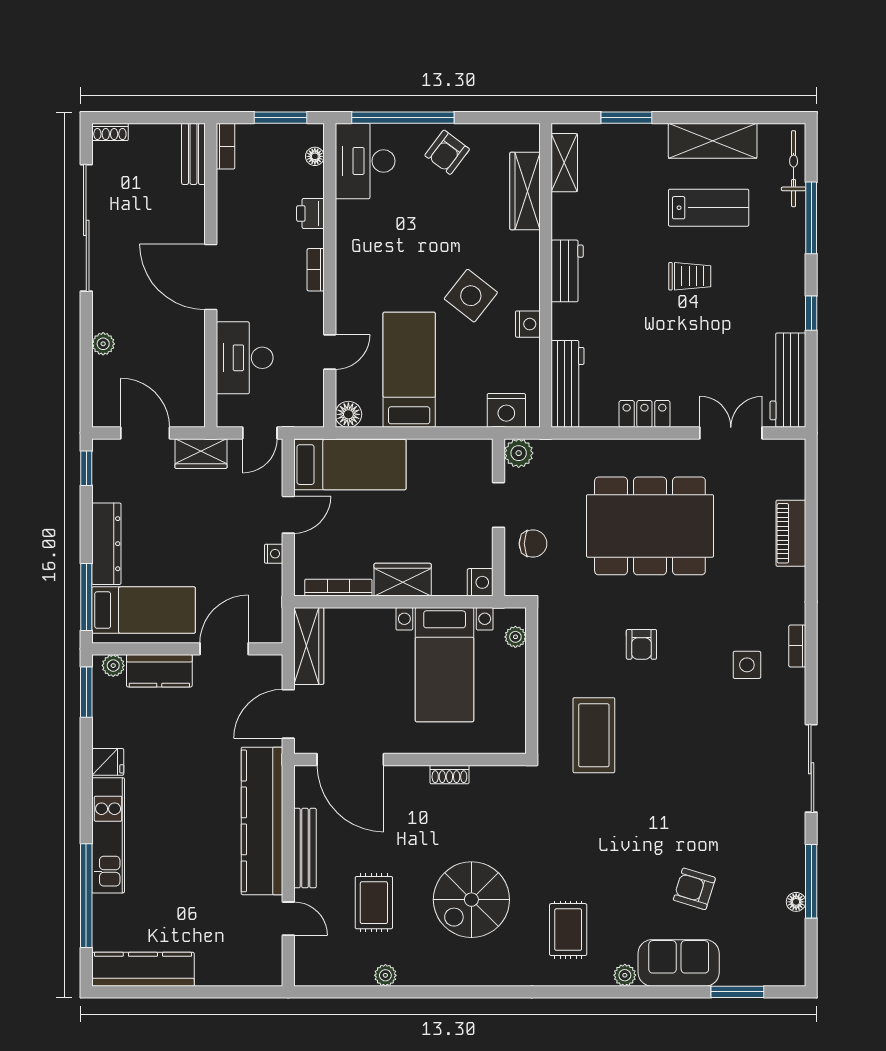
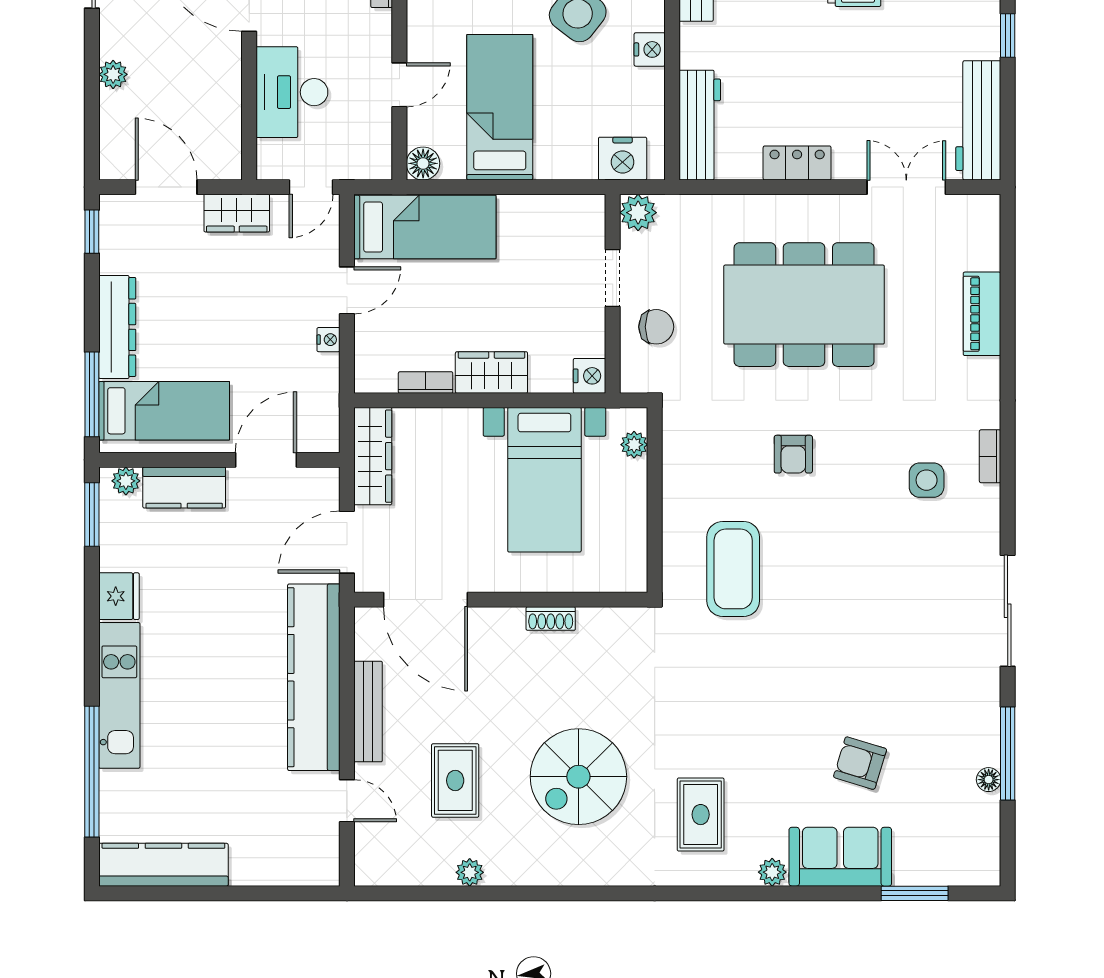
bookcase: (338, 588) -> (426, 383), width x0.64
fridge: (108, 762) -> (119, 596), width x1.38

